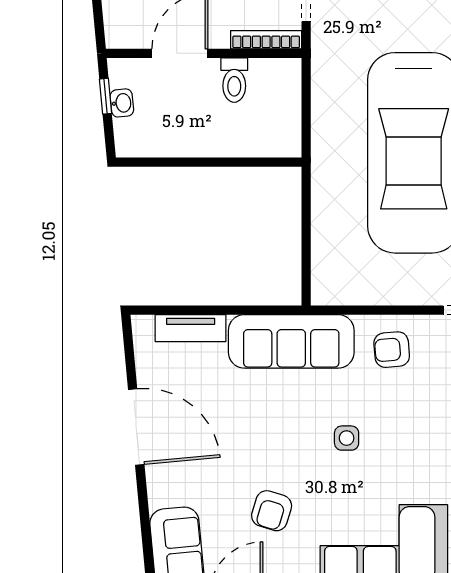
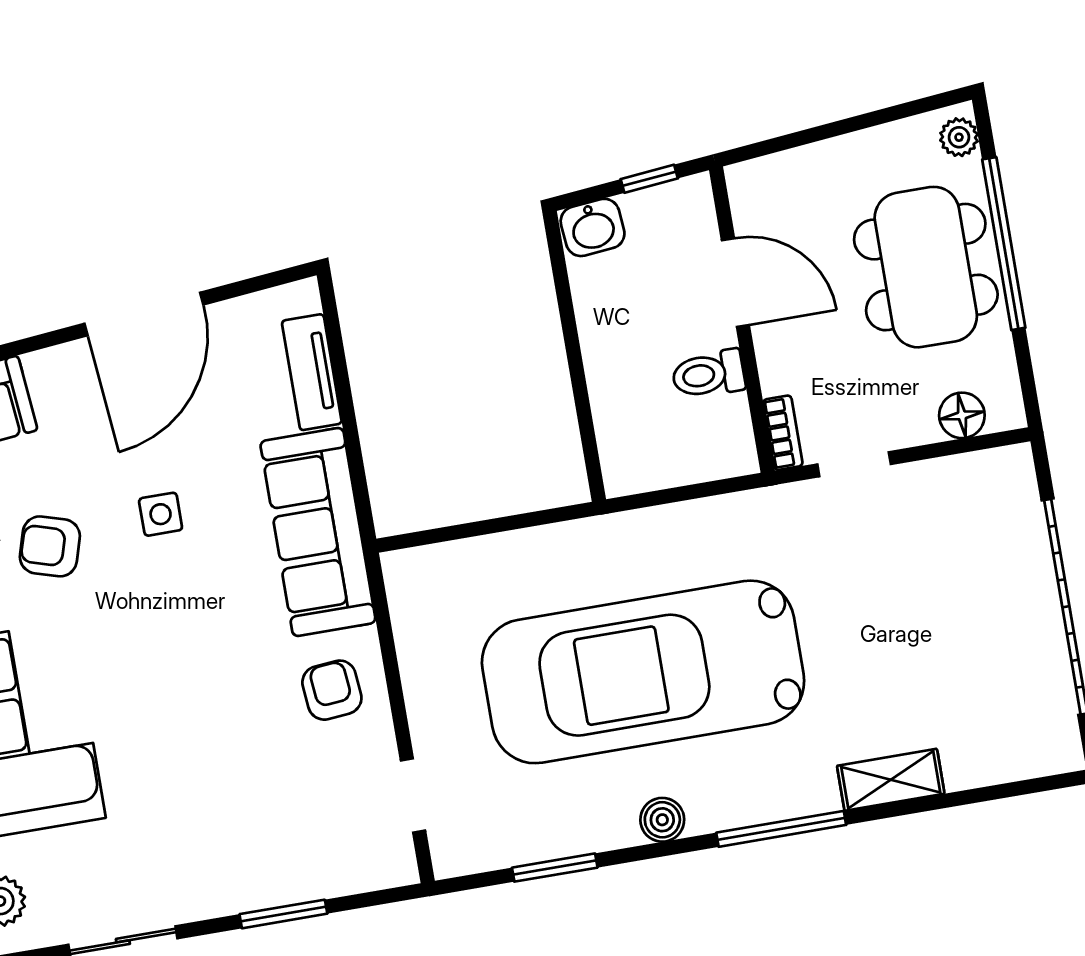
bookcase: (266, 40) -> (783, 433), width x0.64
washbasin: (122, 103) -> (593, 227), moved, width x1.38, depth x1.45
side table: (347, 438) -> (161, 514), moved

